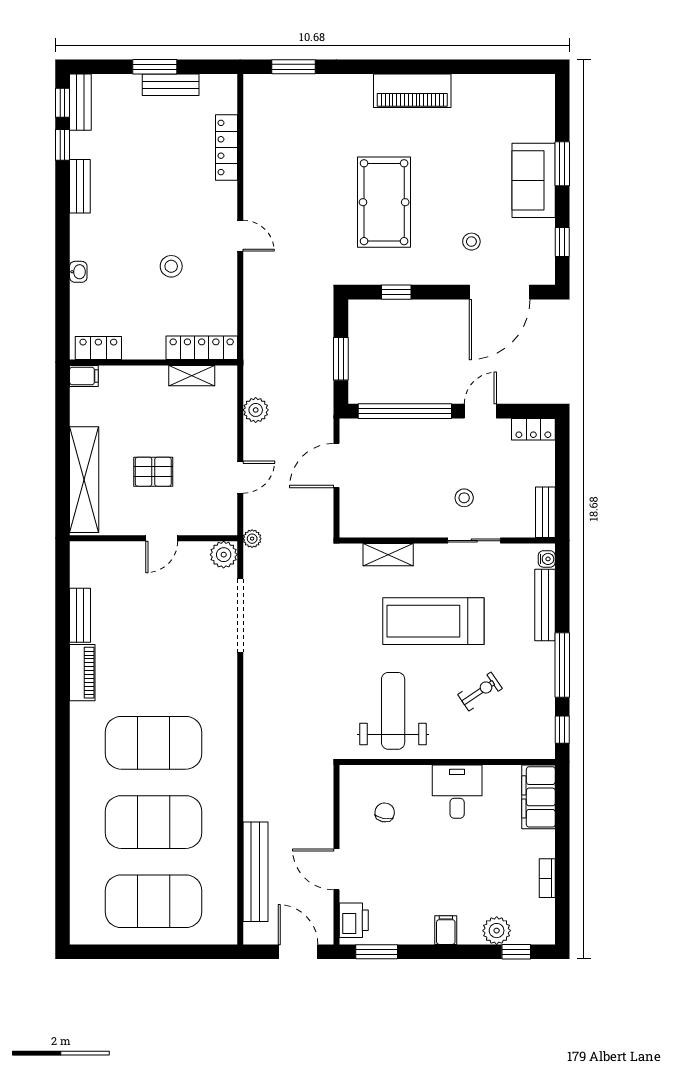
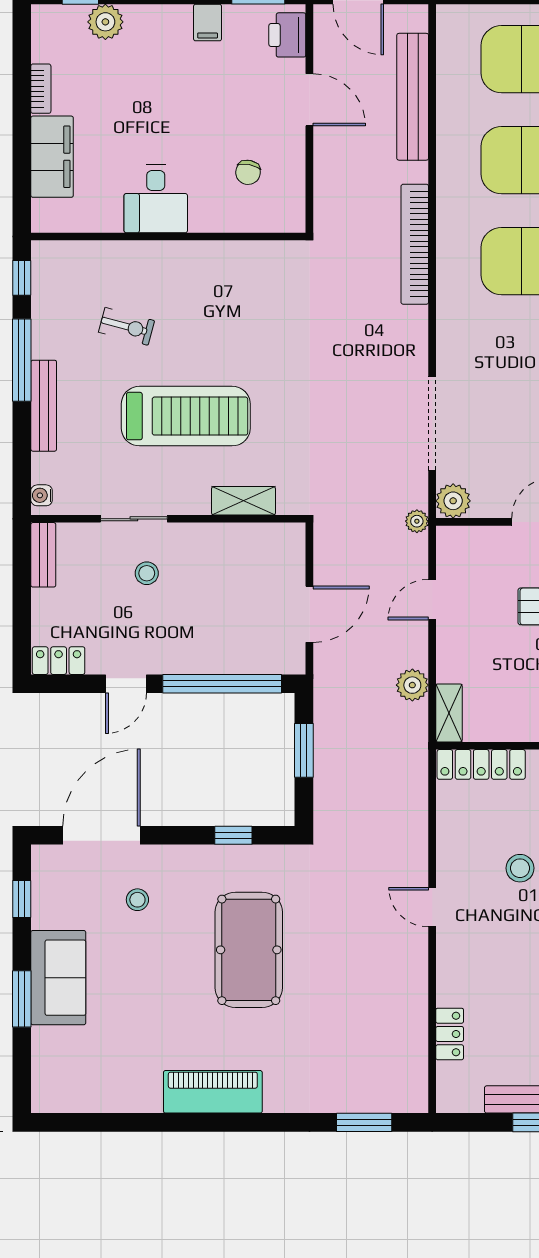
locker: (226, 147) -> (450, 1034), width x0.66
shelving: (192, 376) -> (449, 713), moved, turned 90
bench: (545, 605) -> (44, 406), moved
exercise bike: (480, 692) -> (127, 326), turned -131
weight bench: (393, 711) -> (237, 302), removed
bookcase: (254, 756) -> (415, 244), added
filing cabinet: (538, 797) -> (52, 157), moved
filing cabinet: (446, 930) -> (208, 23), moved

